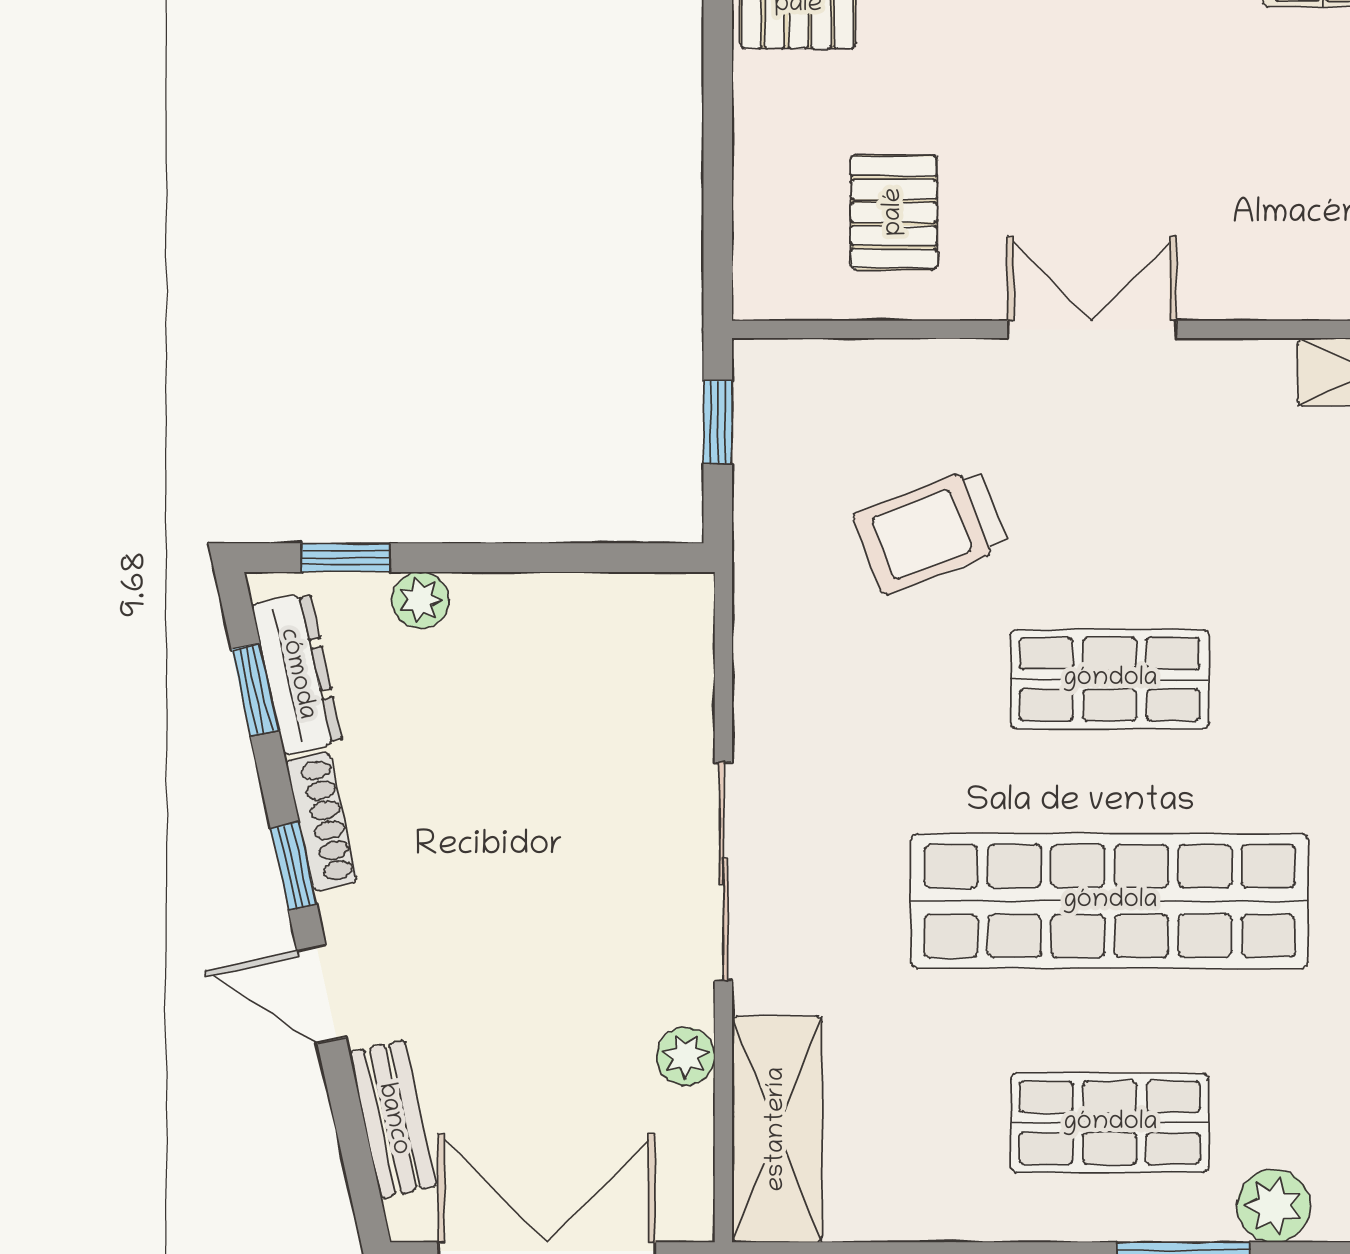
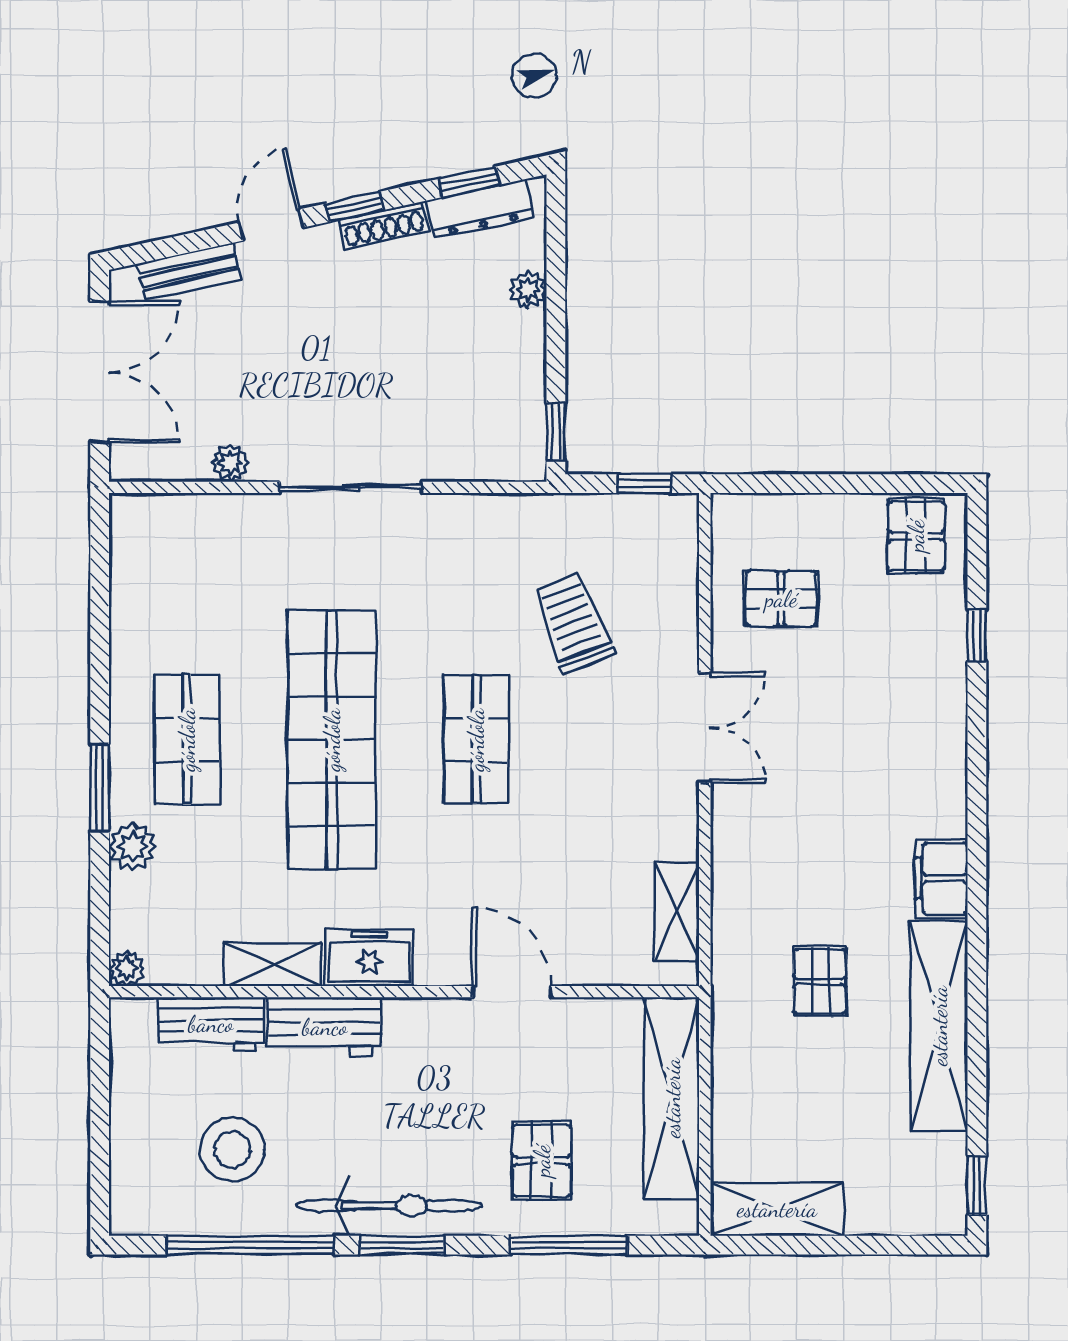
window: (346, 558) -> (556, 432), moved
shelving: (777, 1129) -> (183, 522), removed

